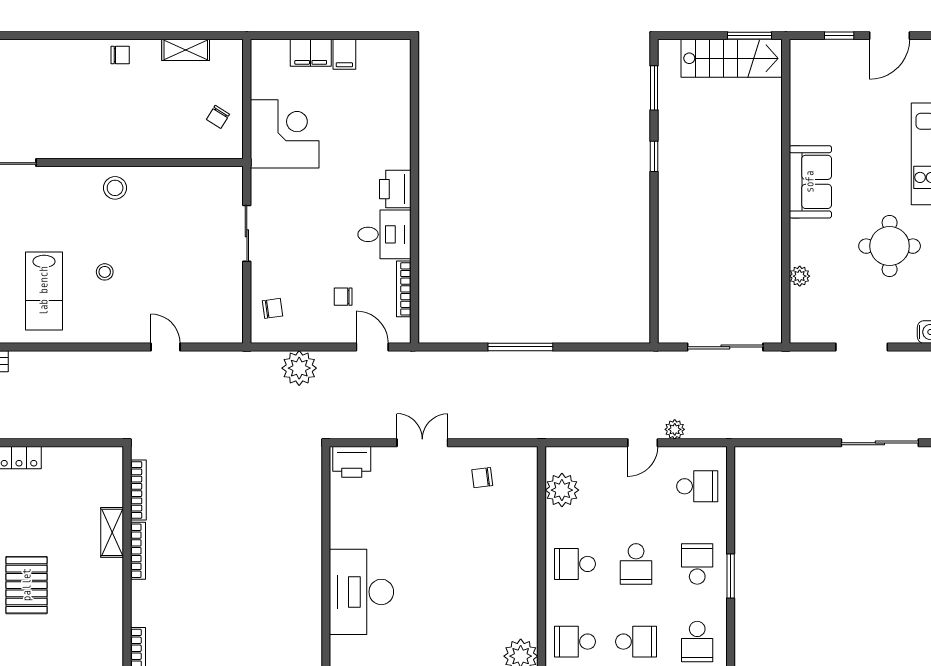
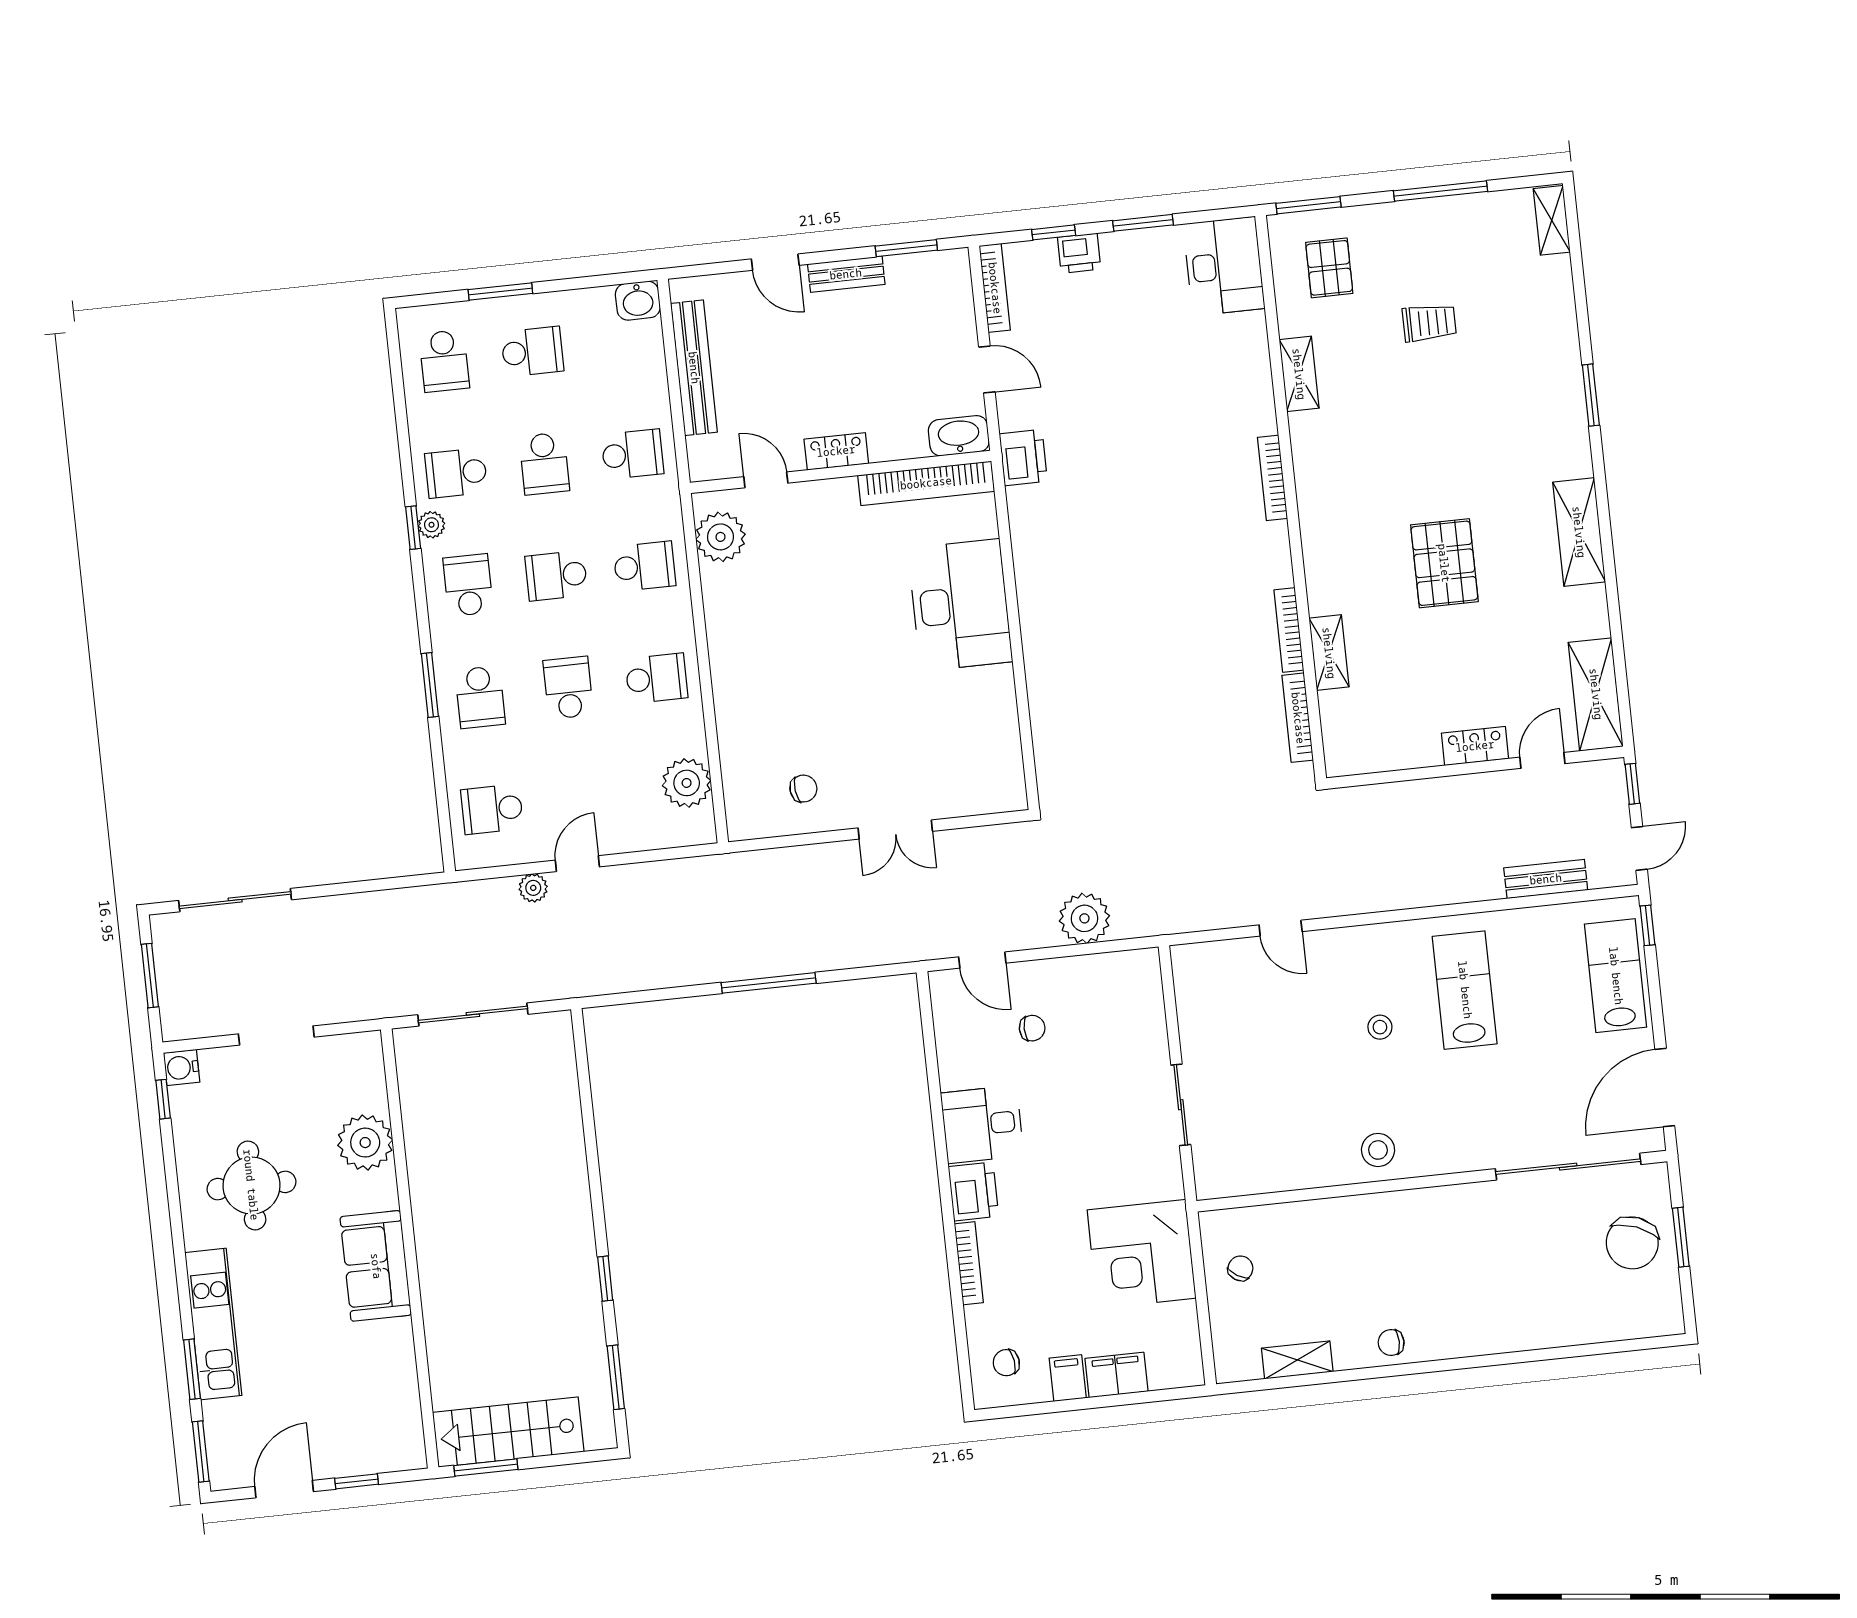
plant: (800, 276) -> (365, 1143), width x1.87, depth x1.87
bookcase: (404, 289) -> (969, 1263), moved
chair: (272, 308) -> (1006, 1363), moved
printer: (352, 462) -> (994, 791), removed

